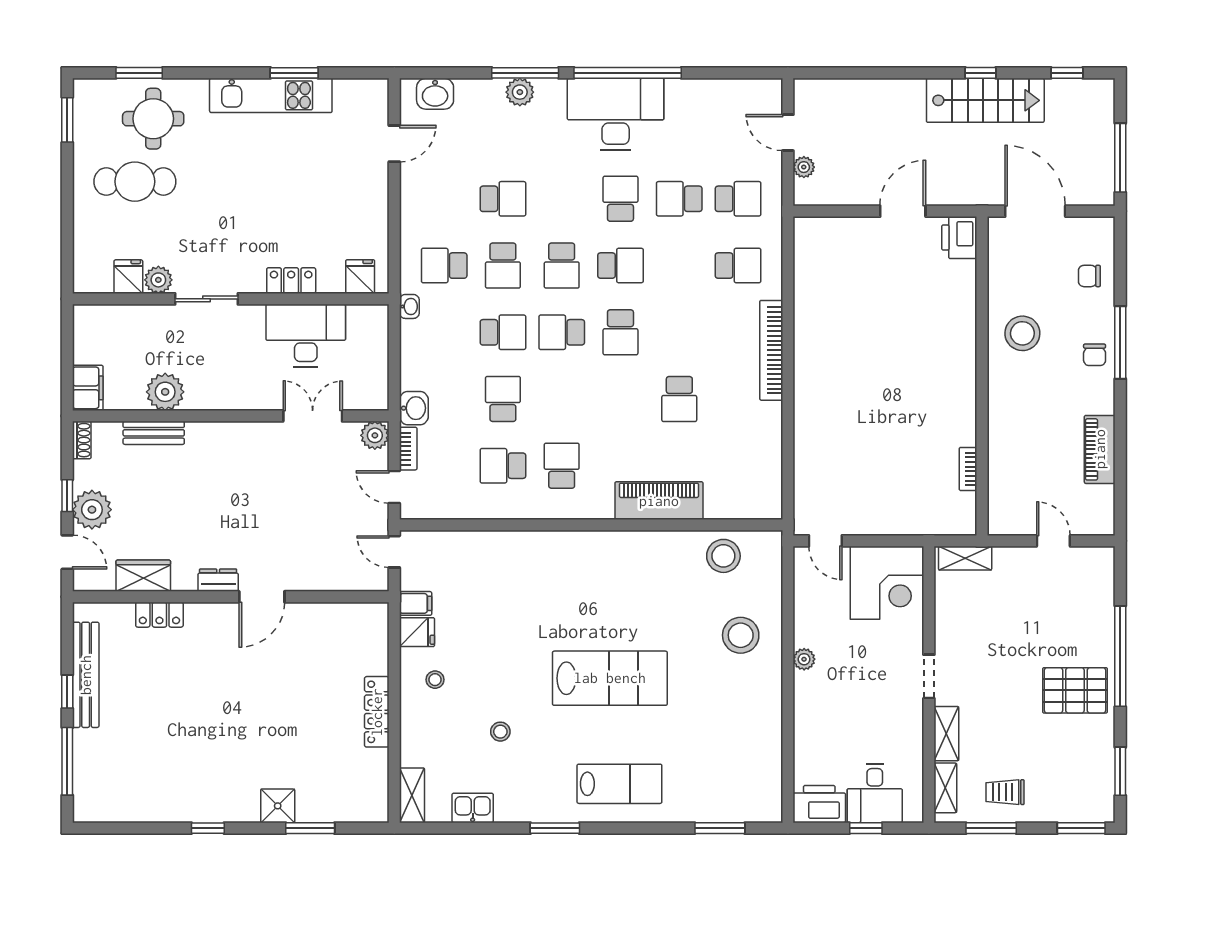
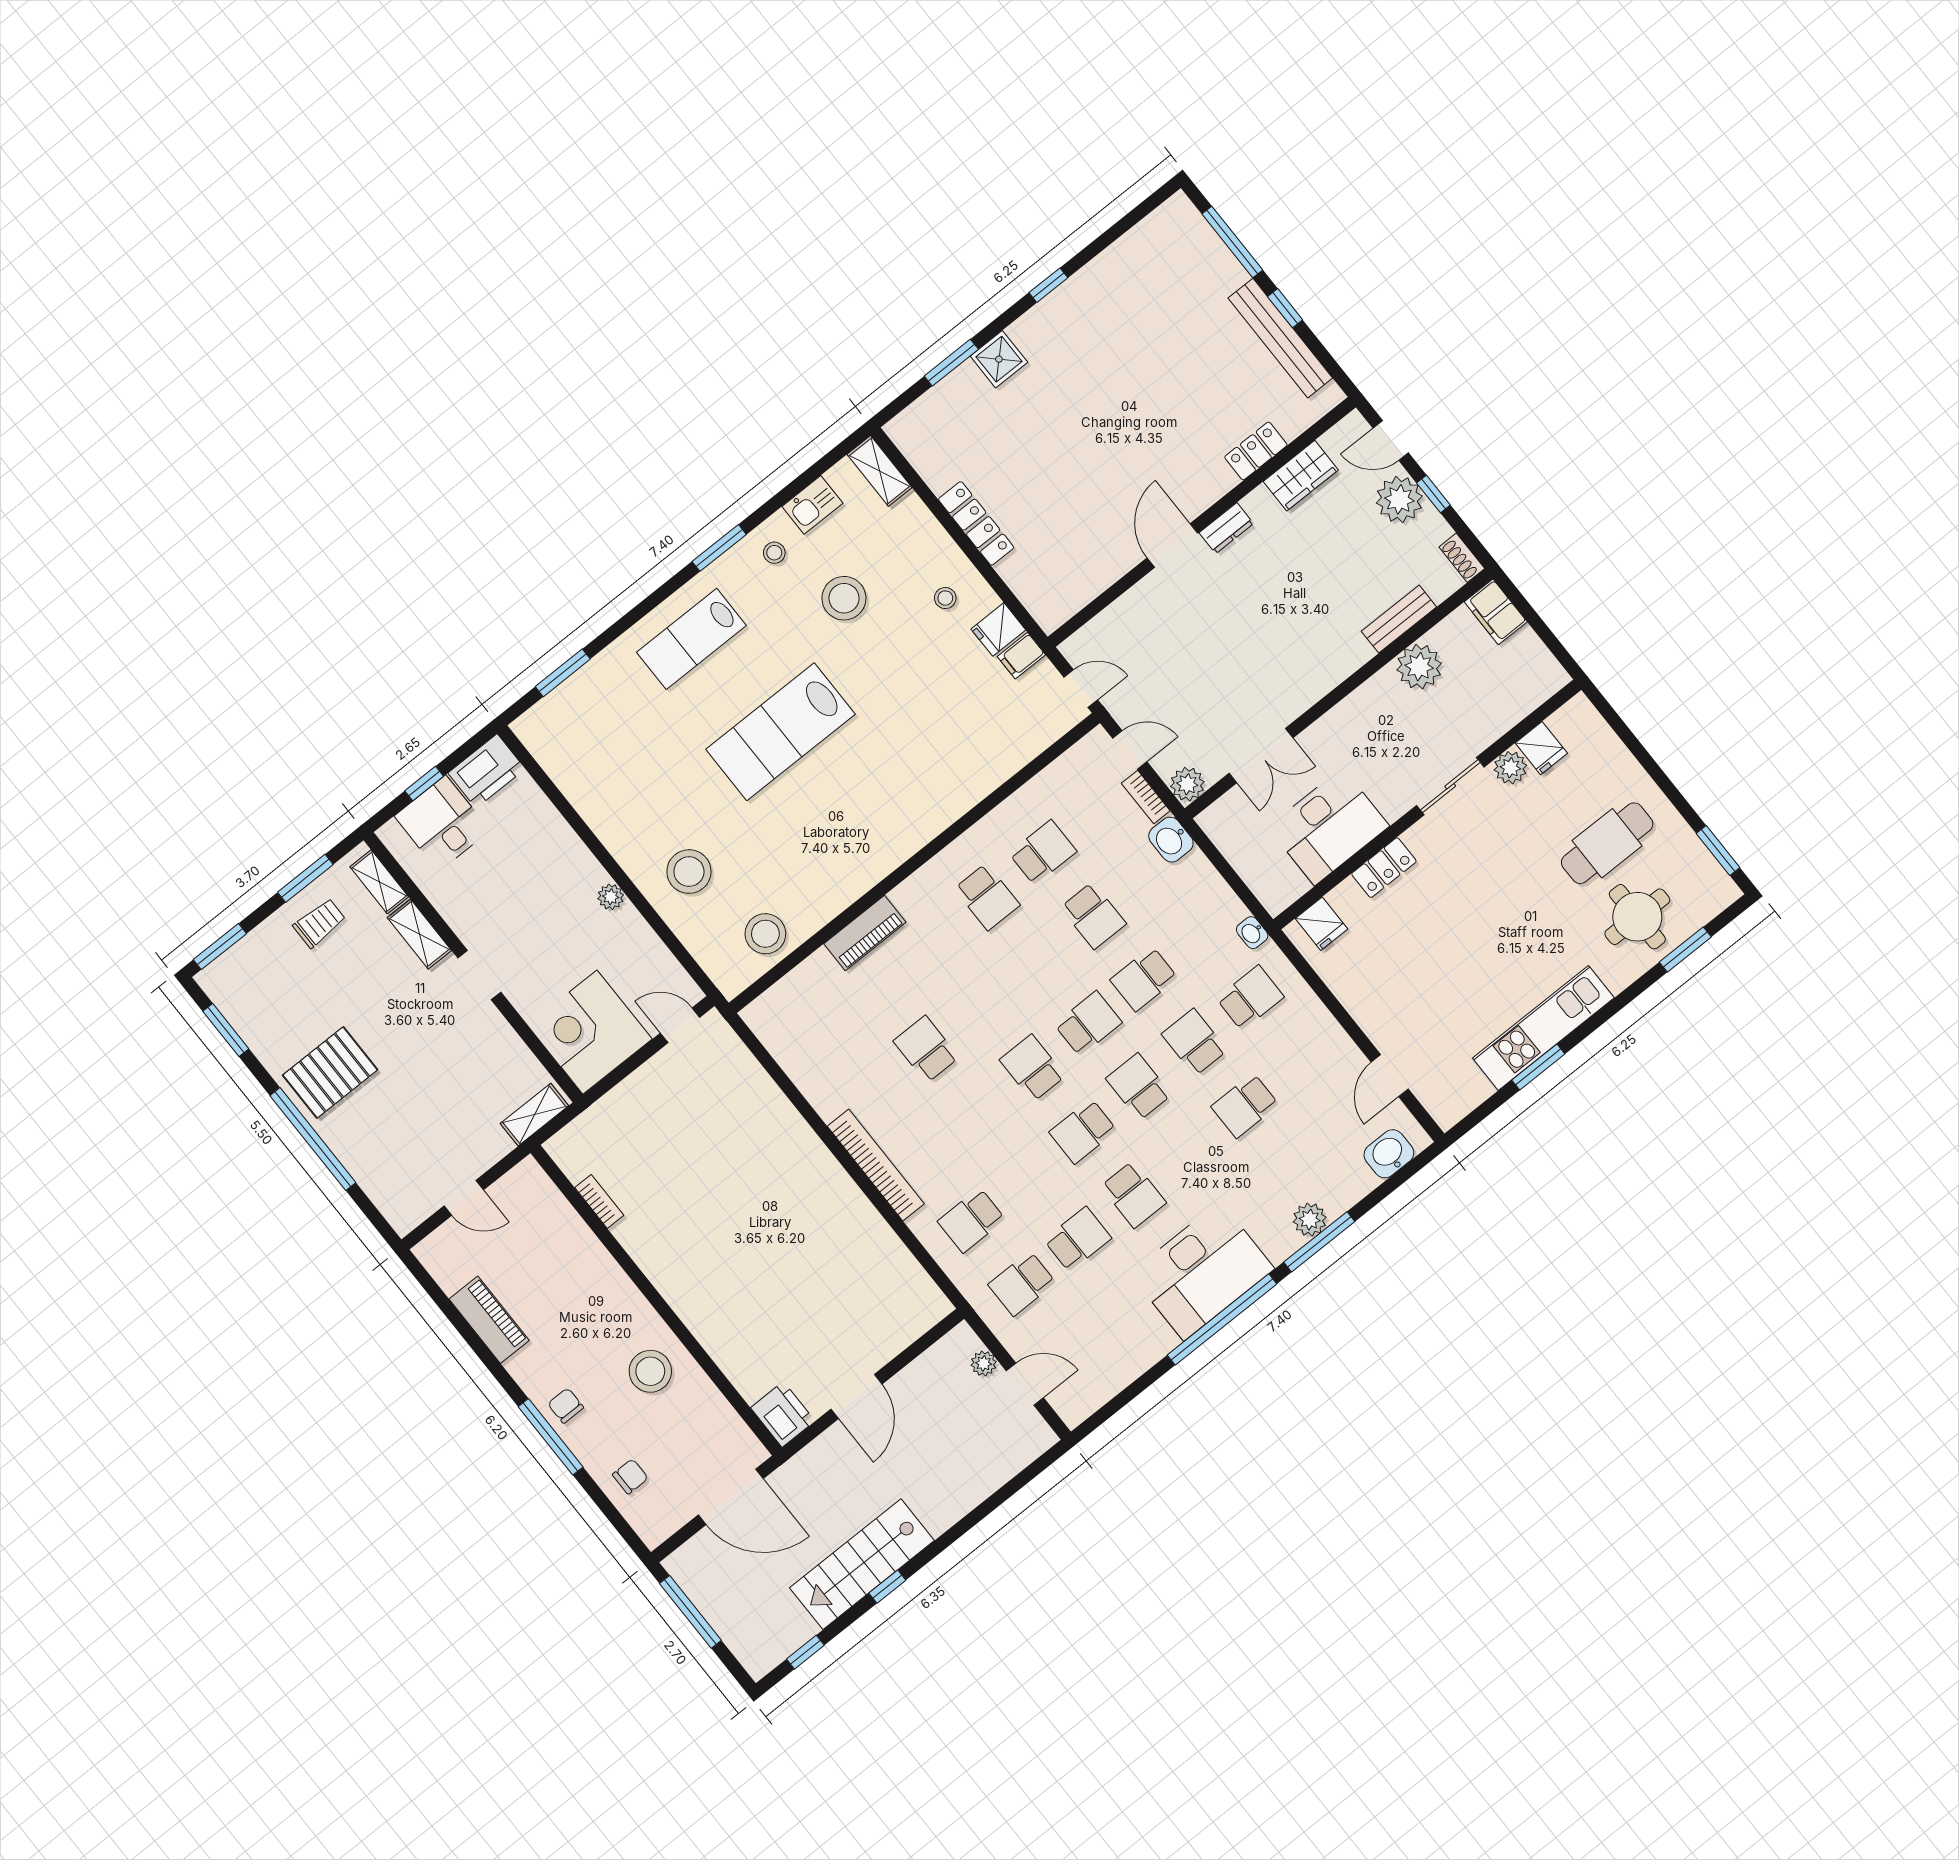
piano: (659, 501) -> (865, 933), width x0.73, depth x0.75
stool: (500, 732) -> (844, 598), width x1.89, depth x1.89
stool: (522, 797) -> (774, 553), added

